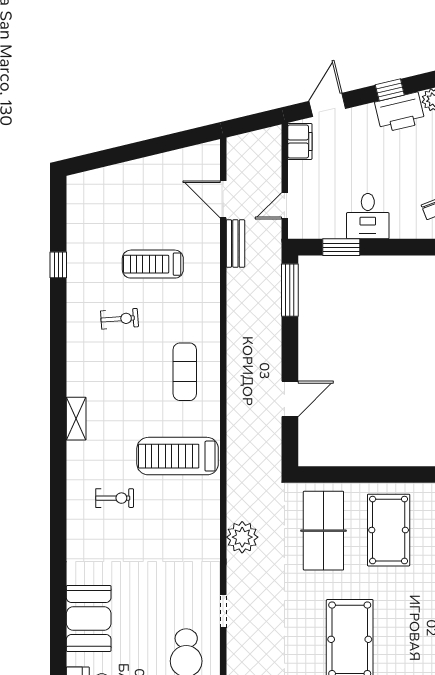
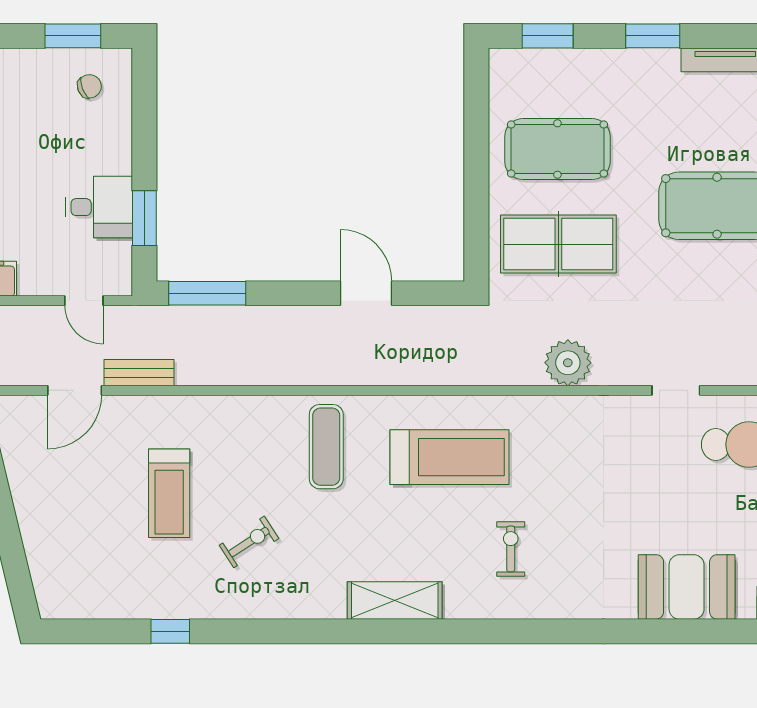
desk: (368, 216) -> (99, 207), moved
exercise bike: (119, 319) -> (249, 542), turned 61
exercise mat: (185, 372) -> (326, 447), turned 90
shelving: (76, 419) -> (395, 600), width x1.50, depth x1.33
treadmill: (178, 456) -> (449, 457), turned -90

